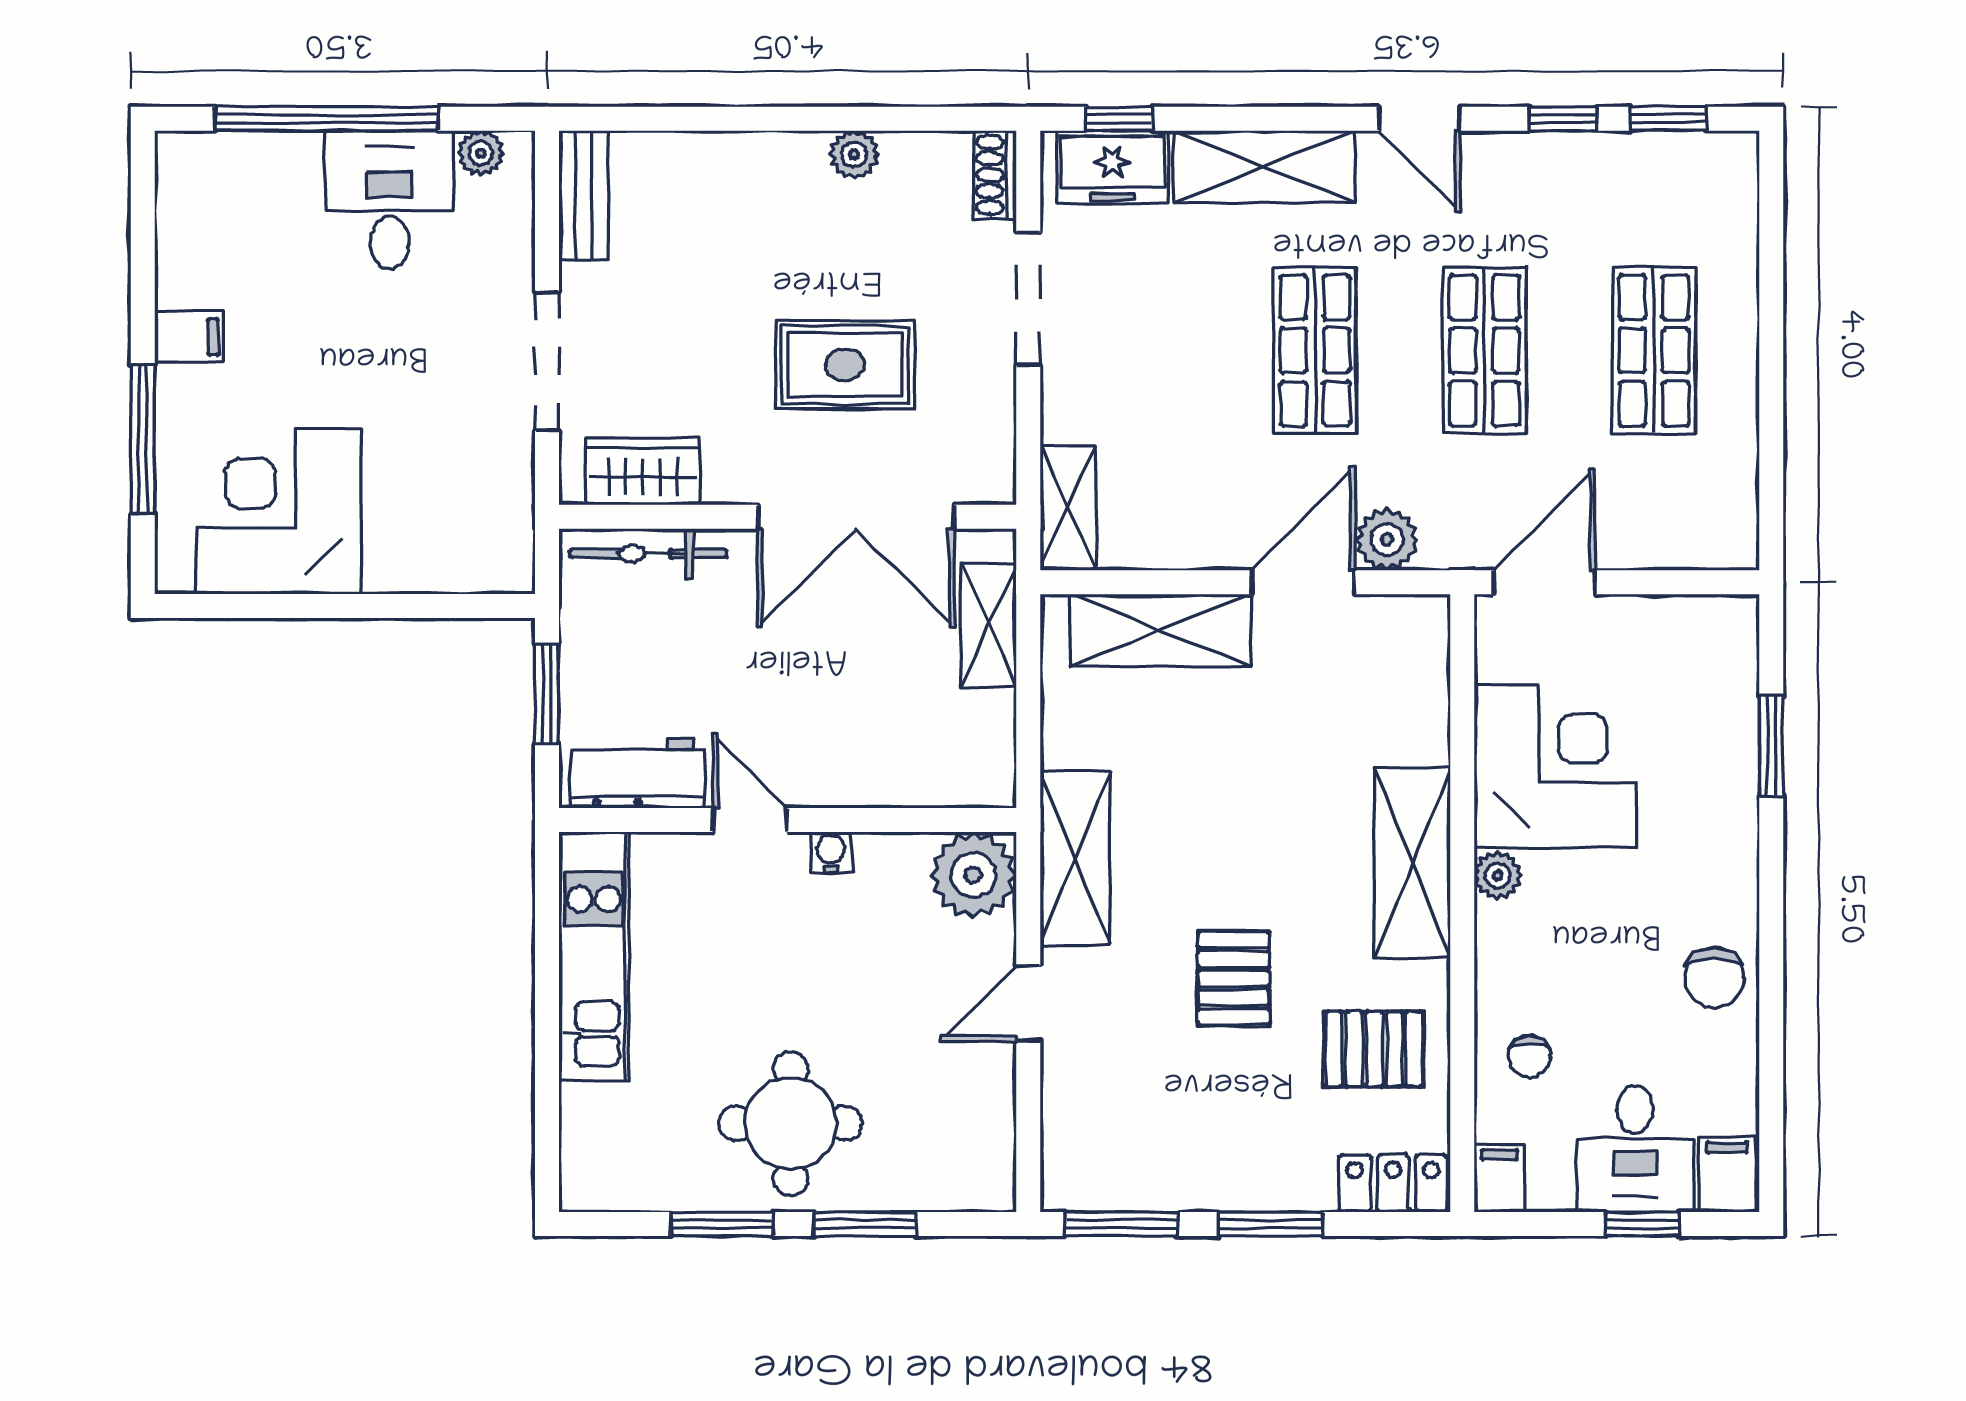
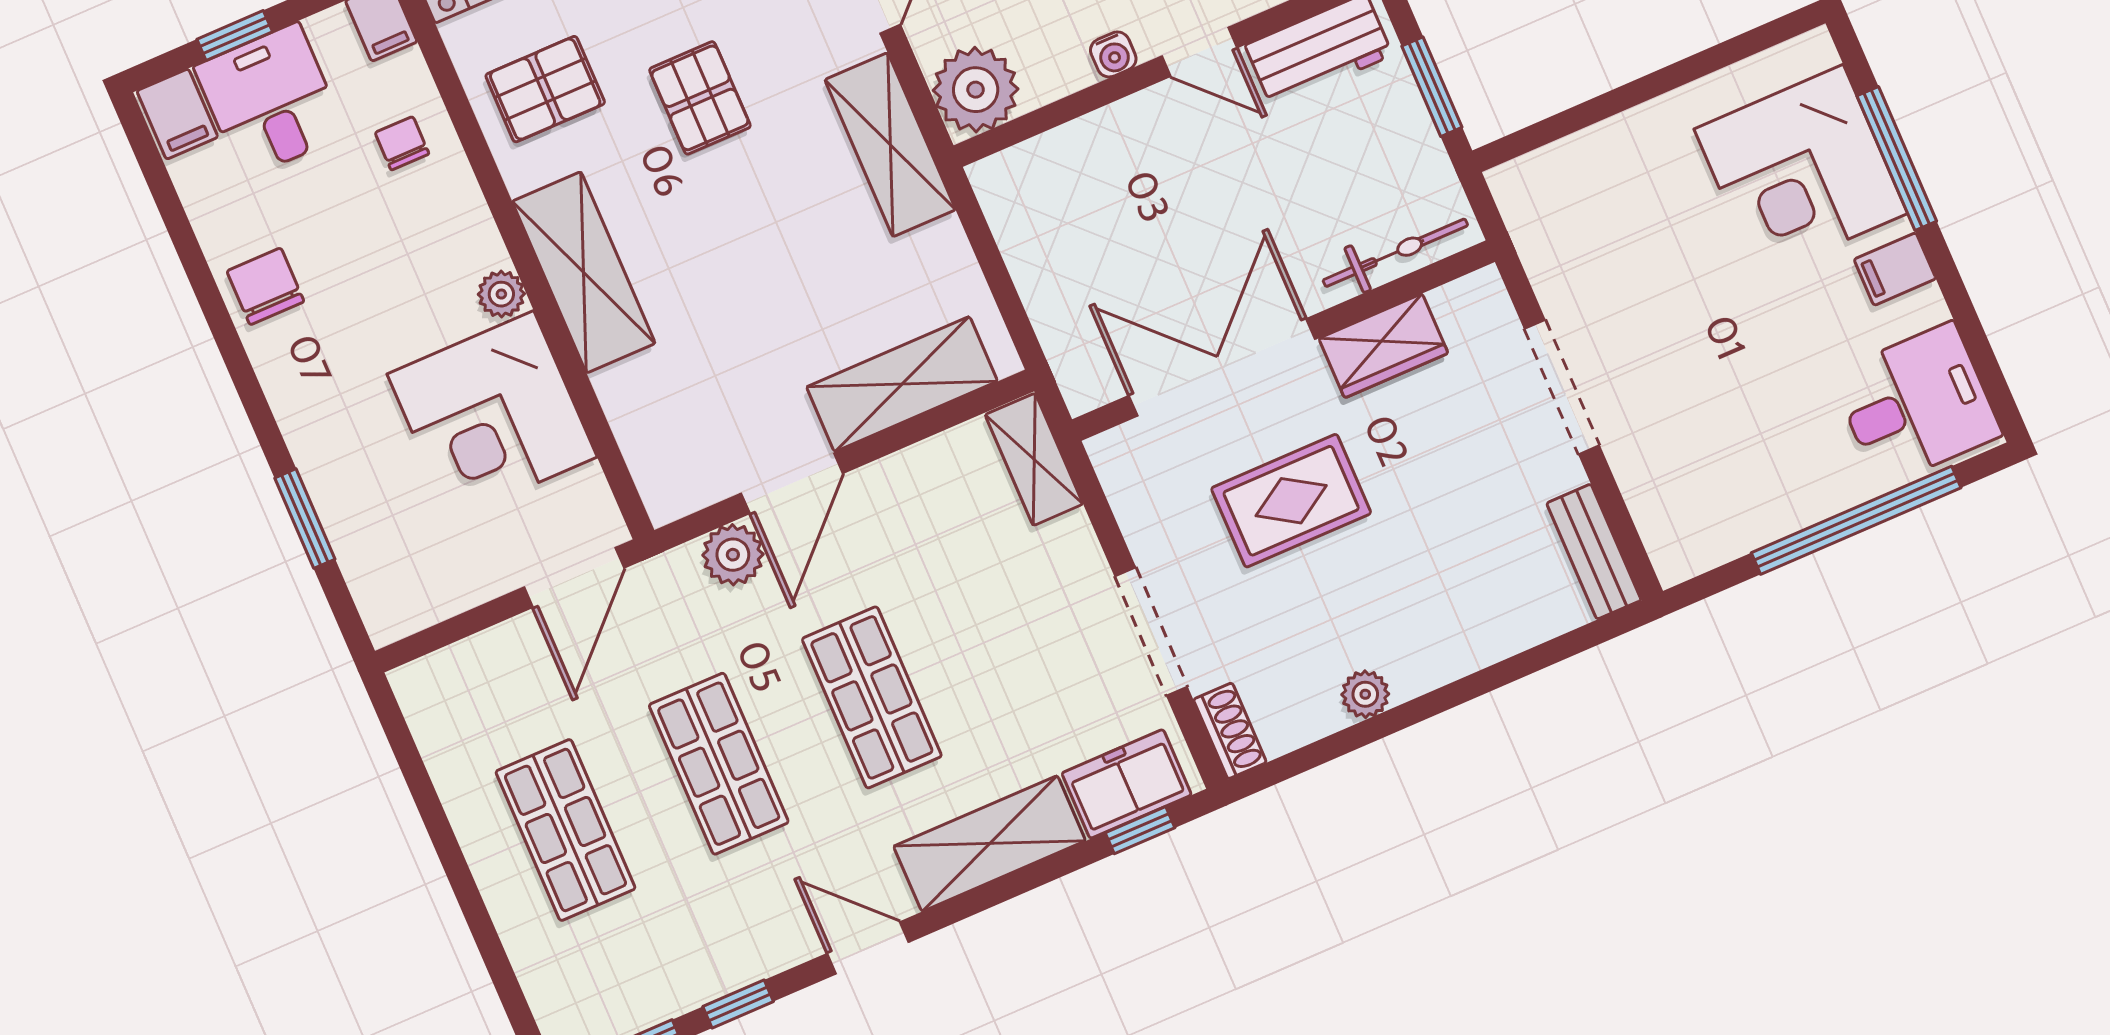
plant: (481, 153) -> (1703, 549), removed
desk: (389, 200) -> (1916, 404), moved, turned -90
wardrobe: (643, 472) -> (1383, 346), moved
corner desk: (279, 511) -> (1801, 171), moved, turned 90
shelving: (989, 625) -> (1059, 322), removed

